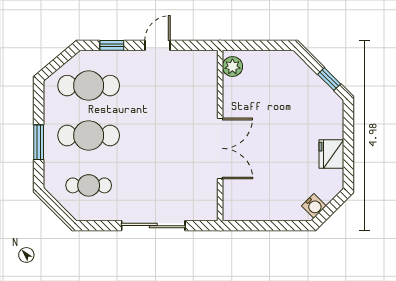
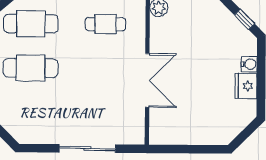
cafe table: (89, 185) -> (105, 24), moved
water cooler: (314, 206) -> (249, 64), moved, turned -45

